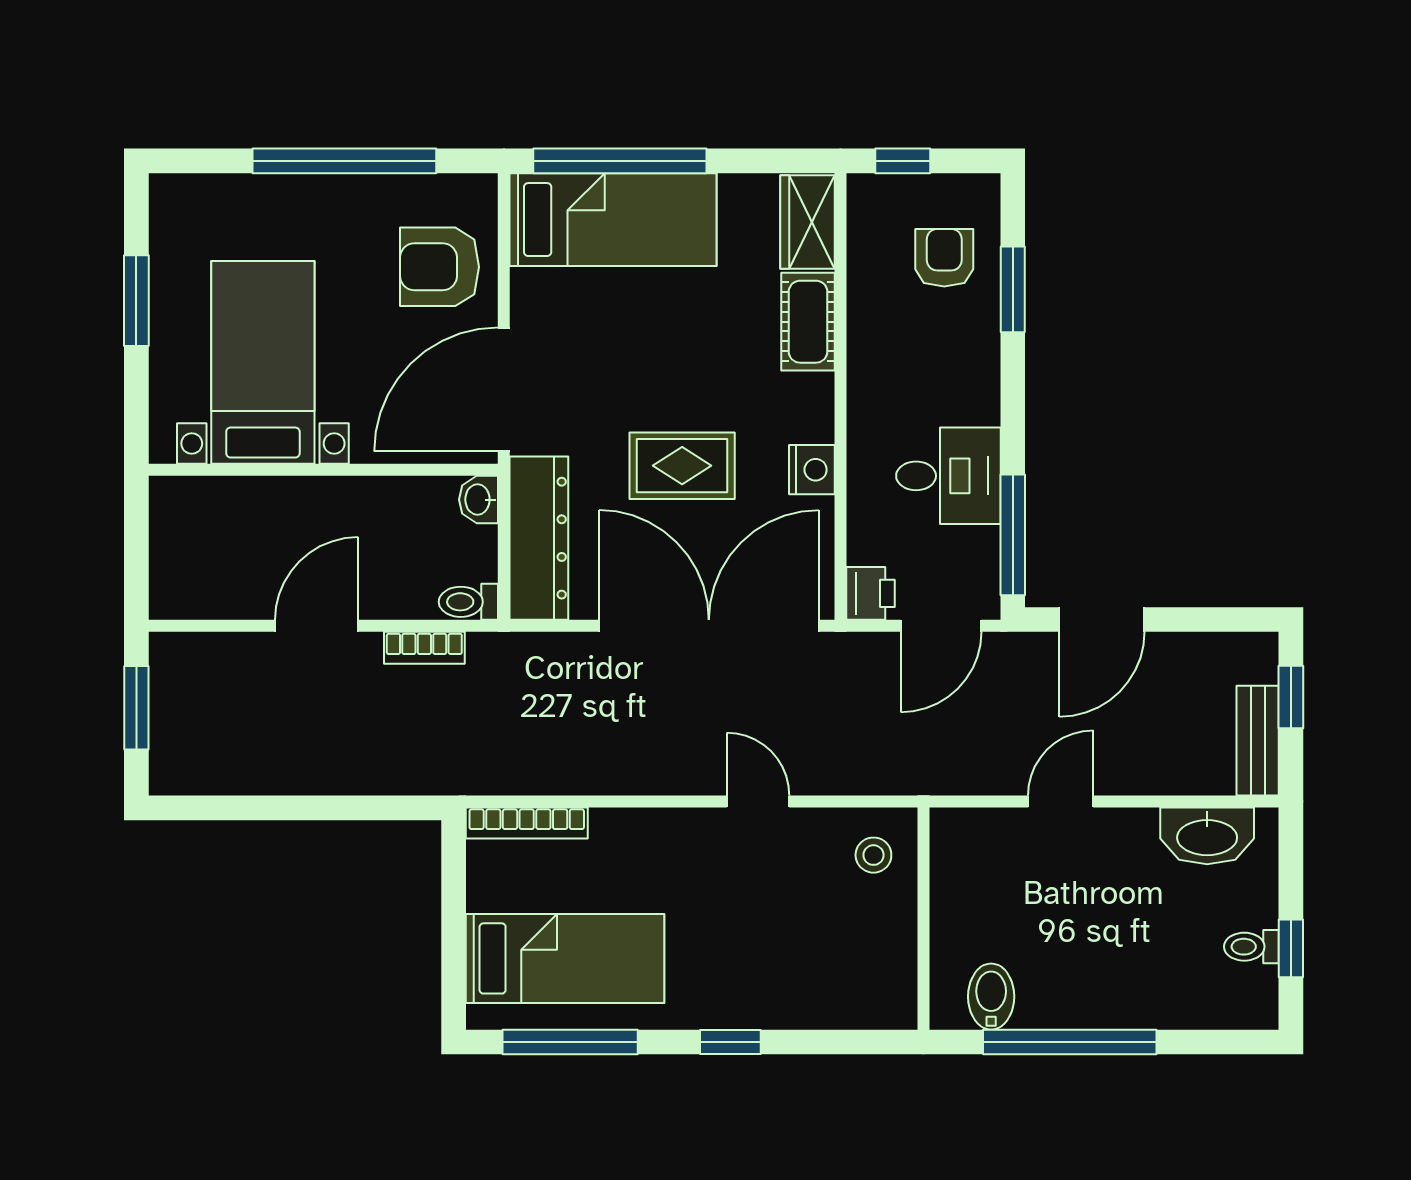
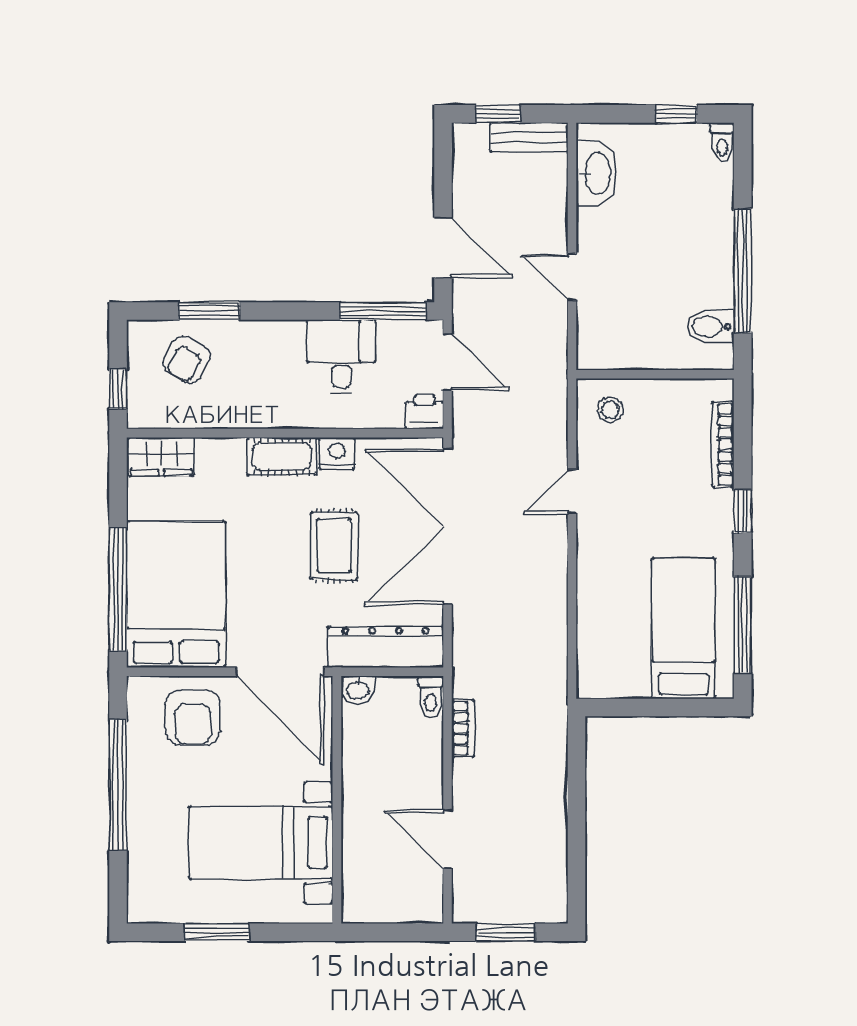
bed: (613, 220) -> (176, 594), width x1.50
armchair: (944, 258) -> (187, 360), turned -60
cot: (808, 322) -> (282, 456), moved
door: (317, 626) -> (448, 839), moved
bookcase: (527, 823) -> (723, 445), moved, turned 180
toilet: (1251, 947) -> (722, 142), moved

